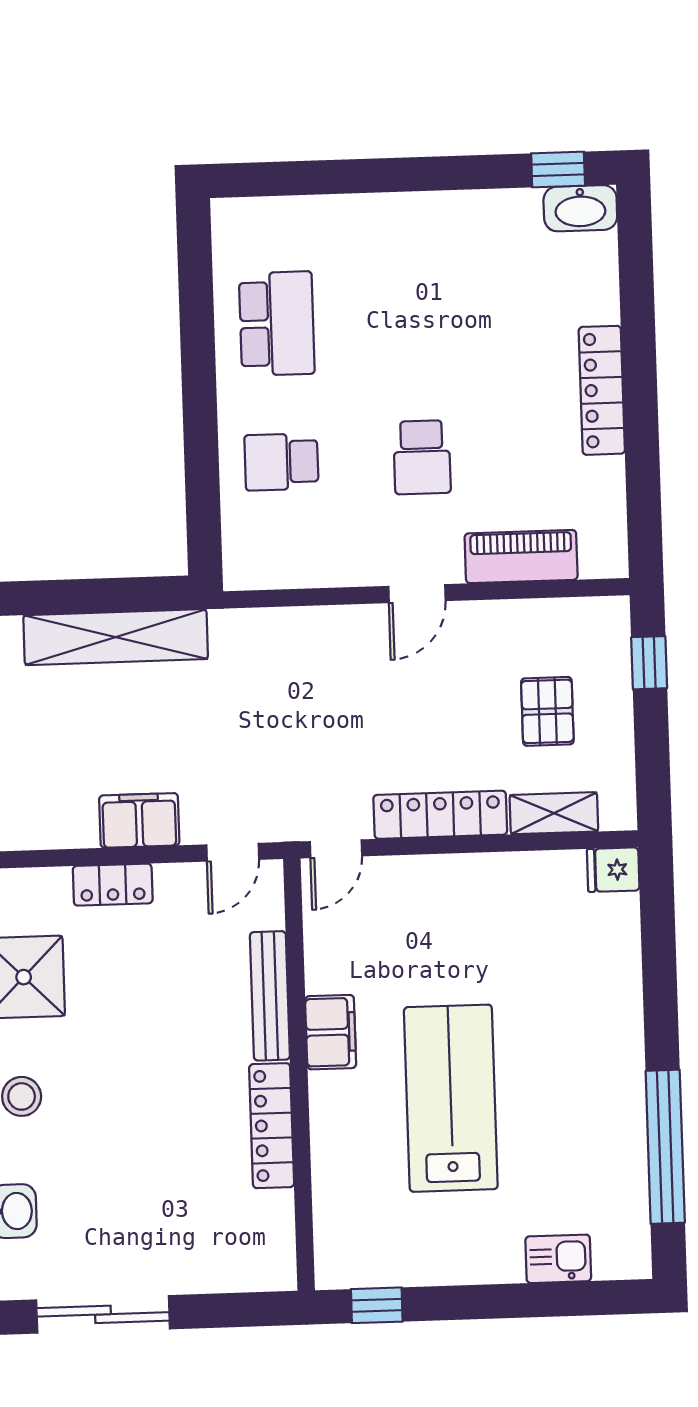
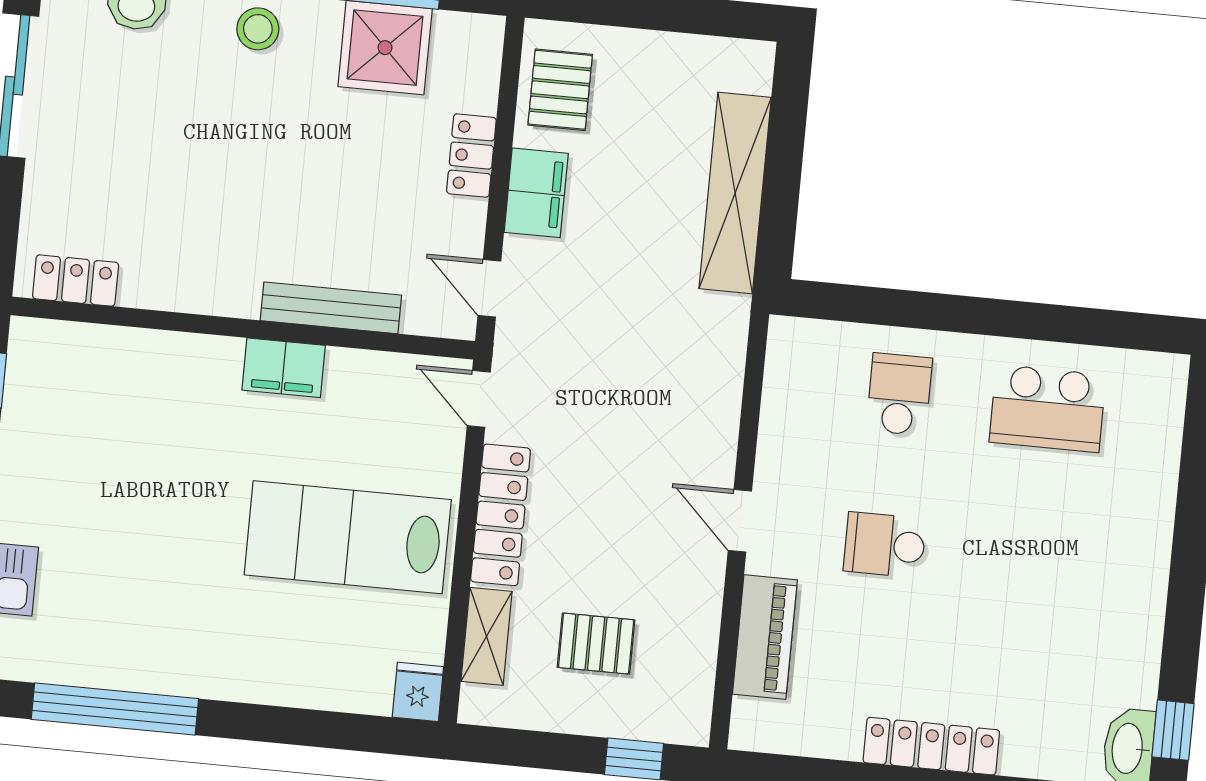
pallet: (41, 811) -> (560, 90), added
lab bench: (451, 1098) -> (348, 537), moved, turned 180
locker: (272, 1126) -> (76, 281), moved, width x0.66

